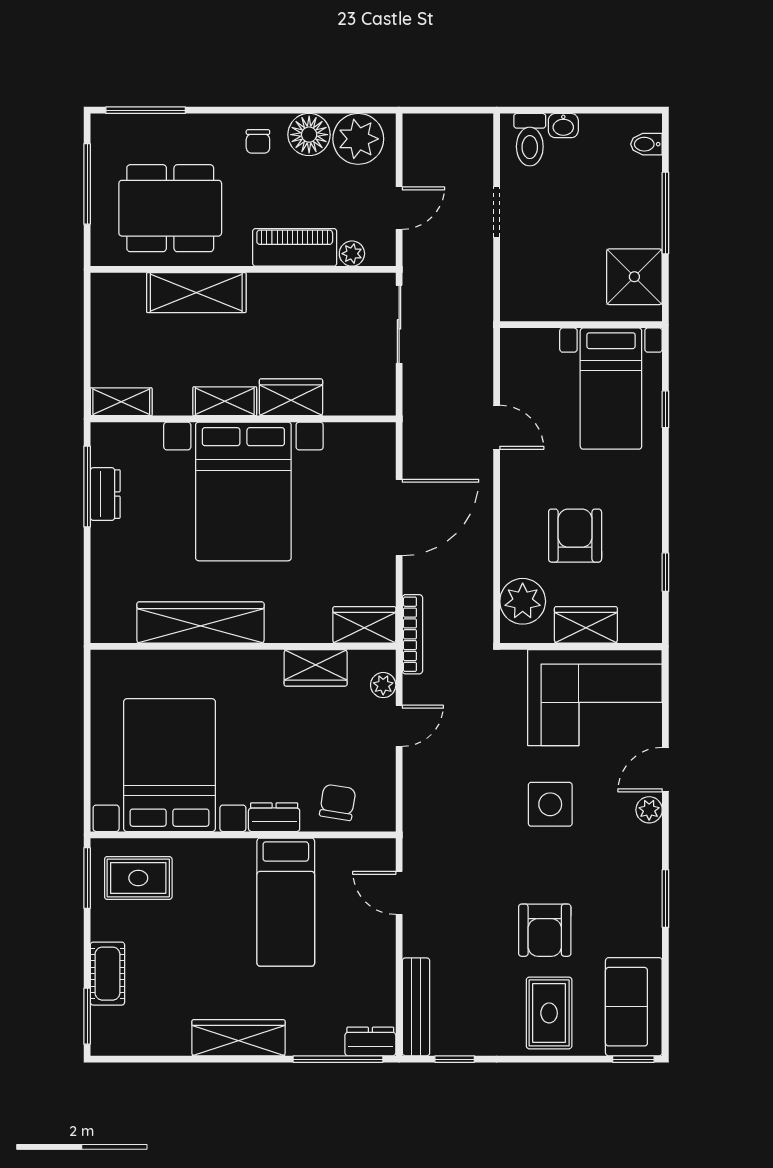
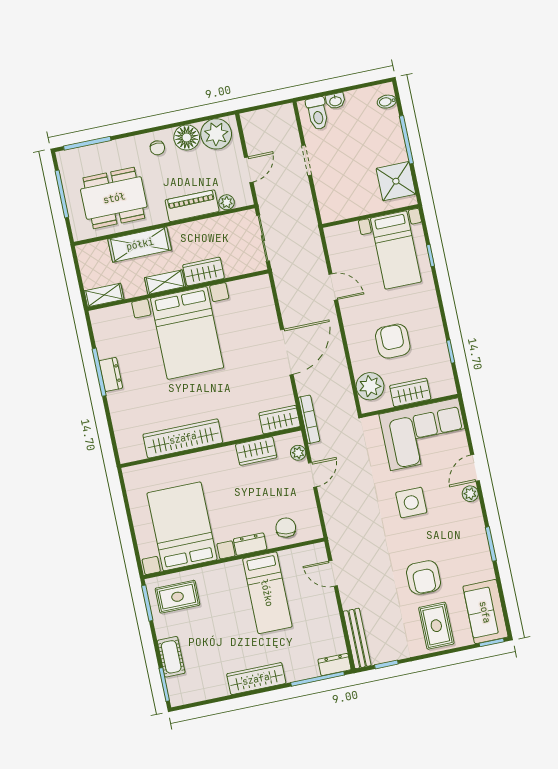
wardrobe: (291, 397) -> (204, 272), moved
shelving: (225, 401) -> (165, 282), moved
shelving: (121, 402) -> (104, 295), moved
wall: (243, 419) -> (178, 290), moved
bed with nightstands: (243, 491) -> (187, 333), moved

